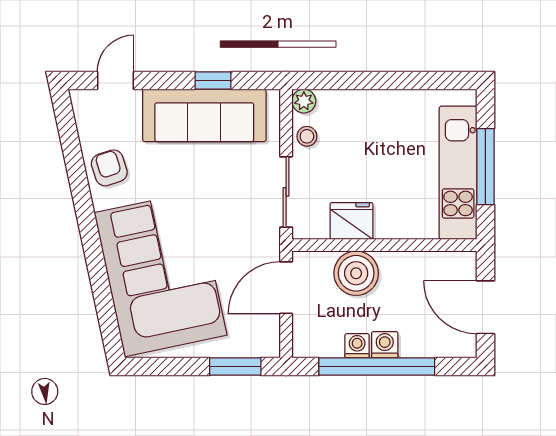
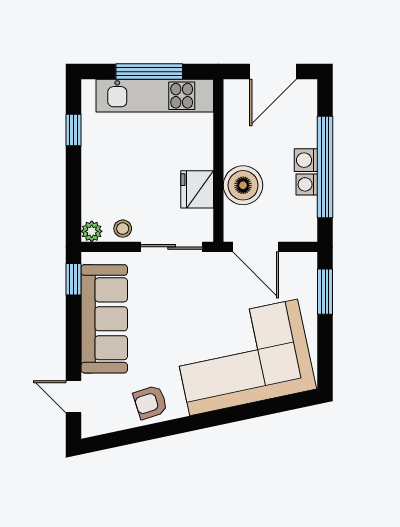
window: (213, 80) -> (74, 279), moved
window: (419, 80) -> (74, 130), added

